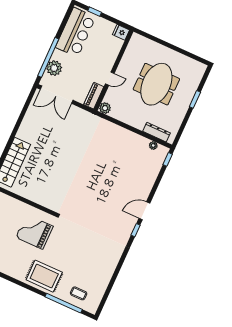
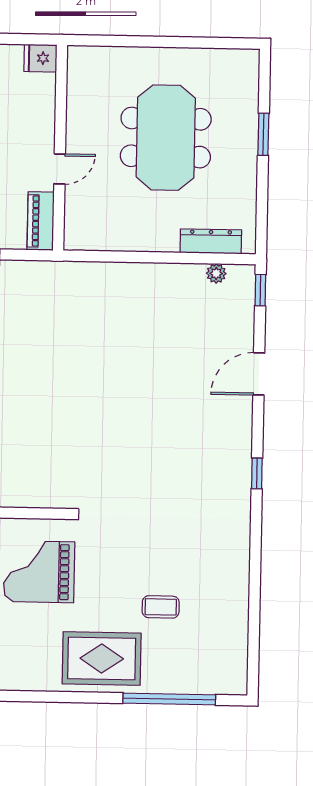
plant: (105, 108) -> (77, 237), removed
door: (144, 211) -> (259, 374), moved
coffee table: (79, 293) -> (161, 607), moved

